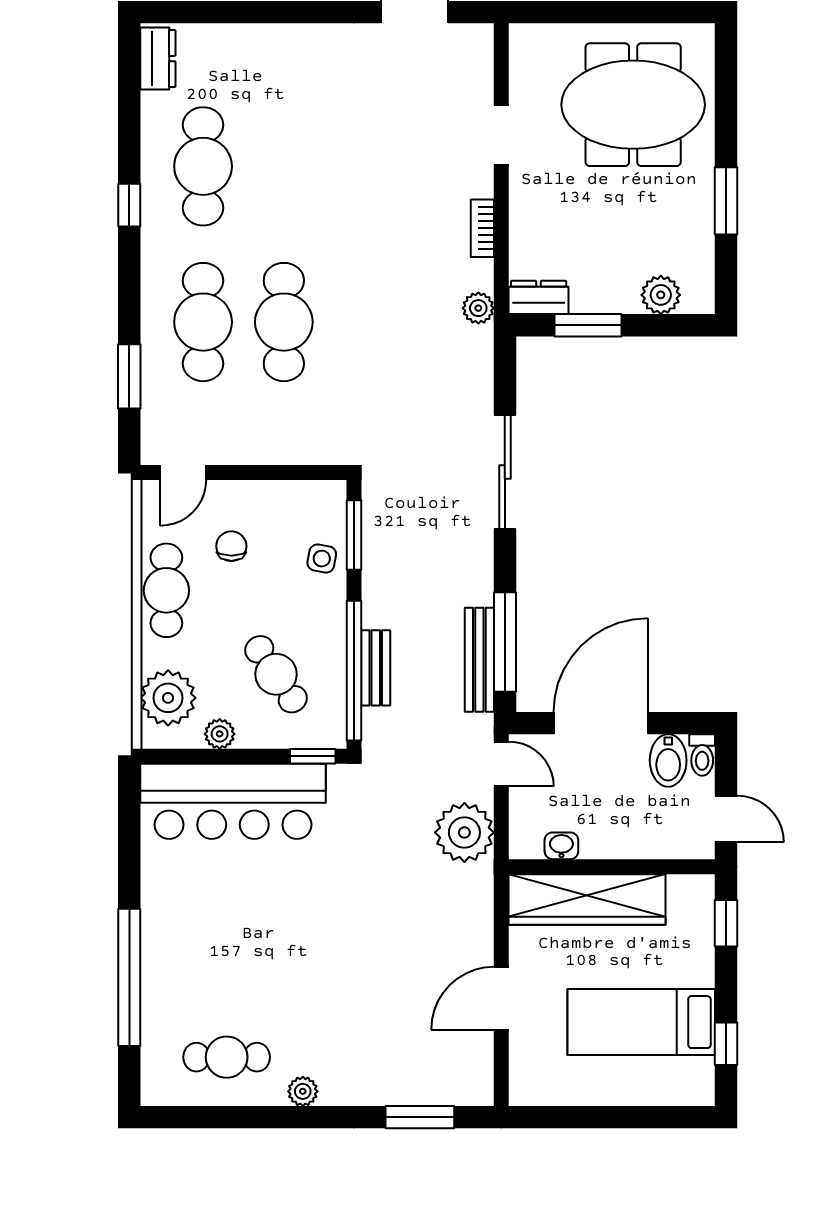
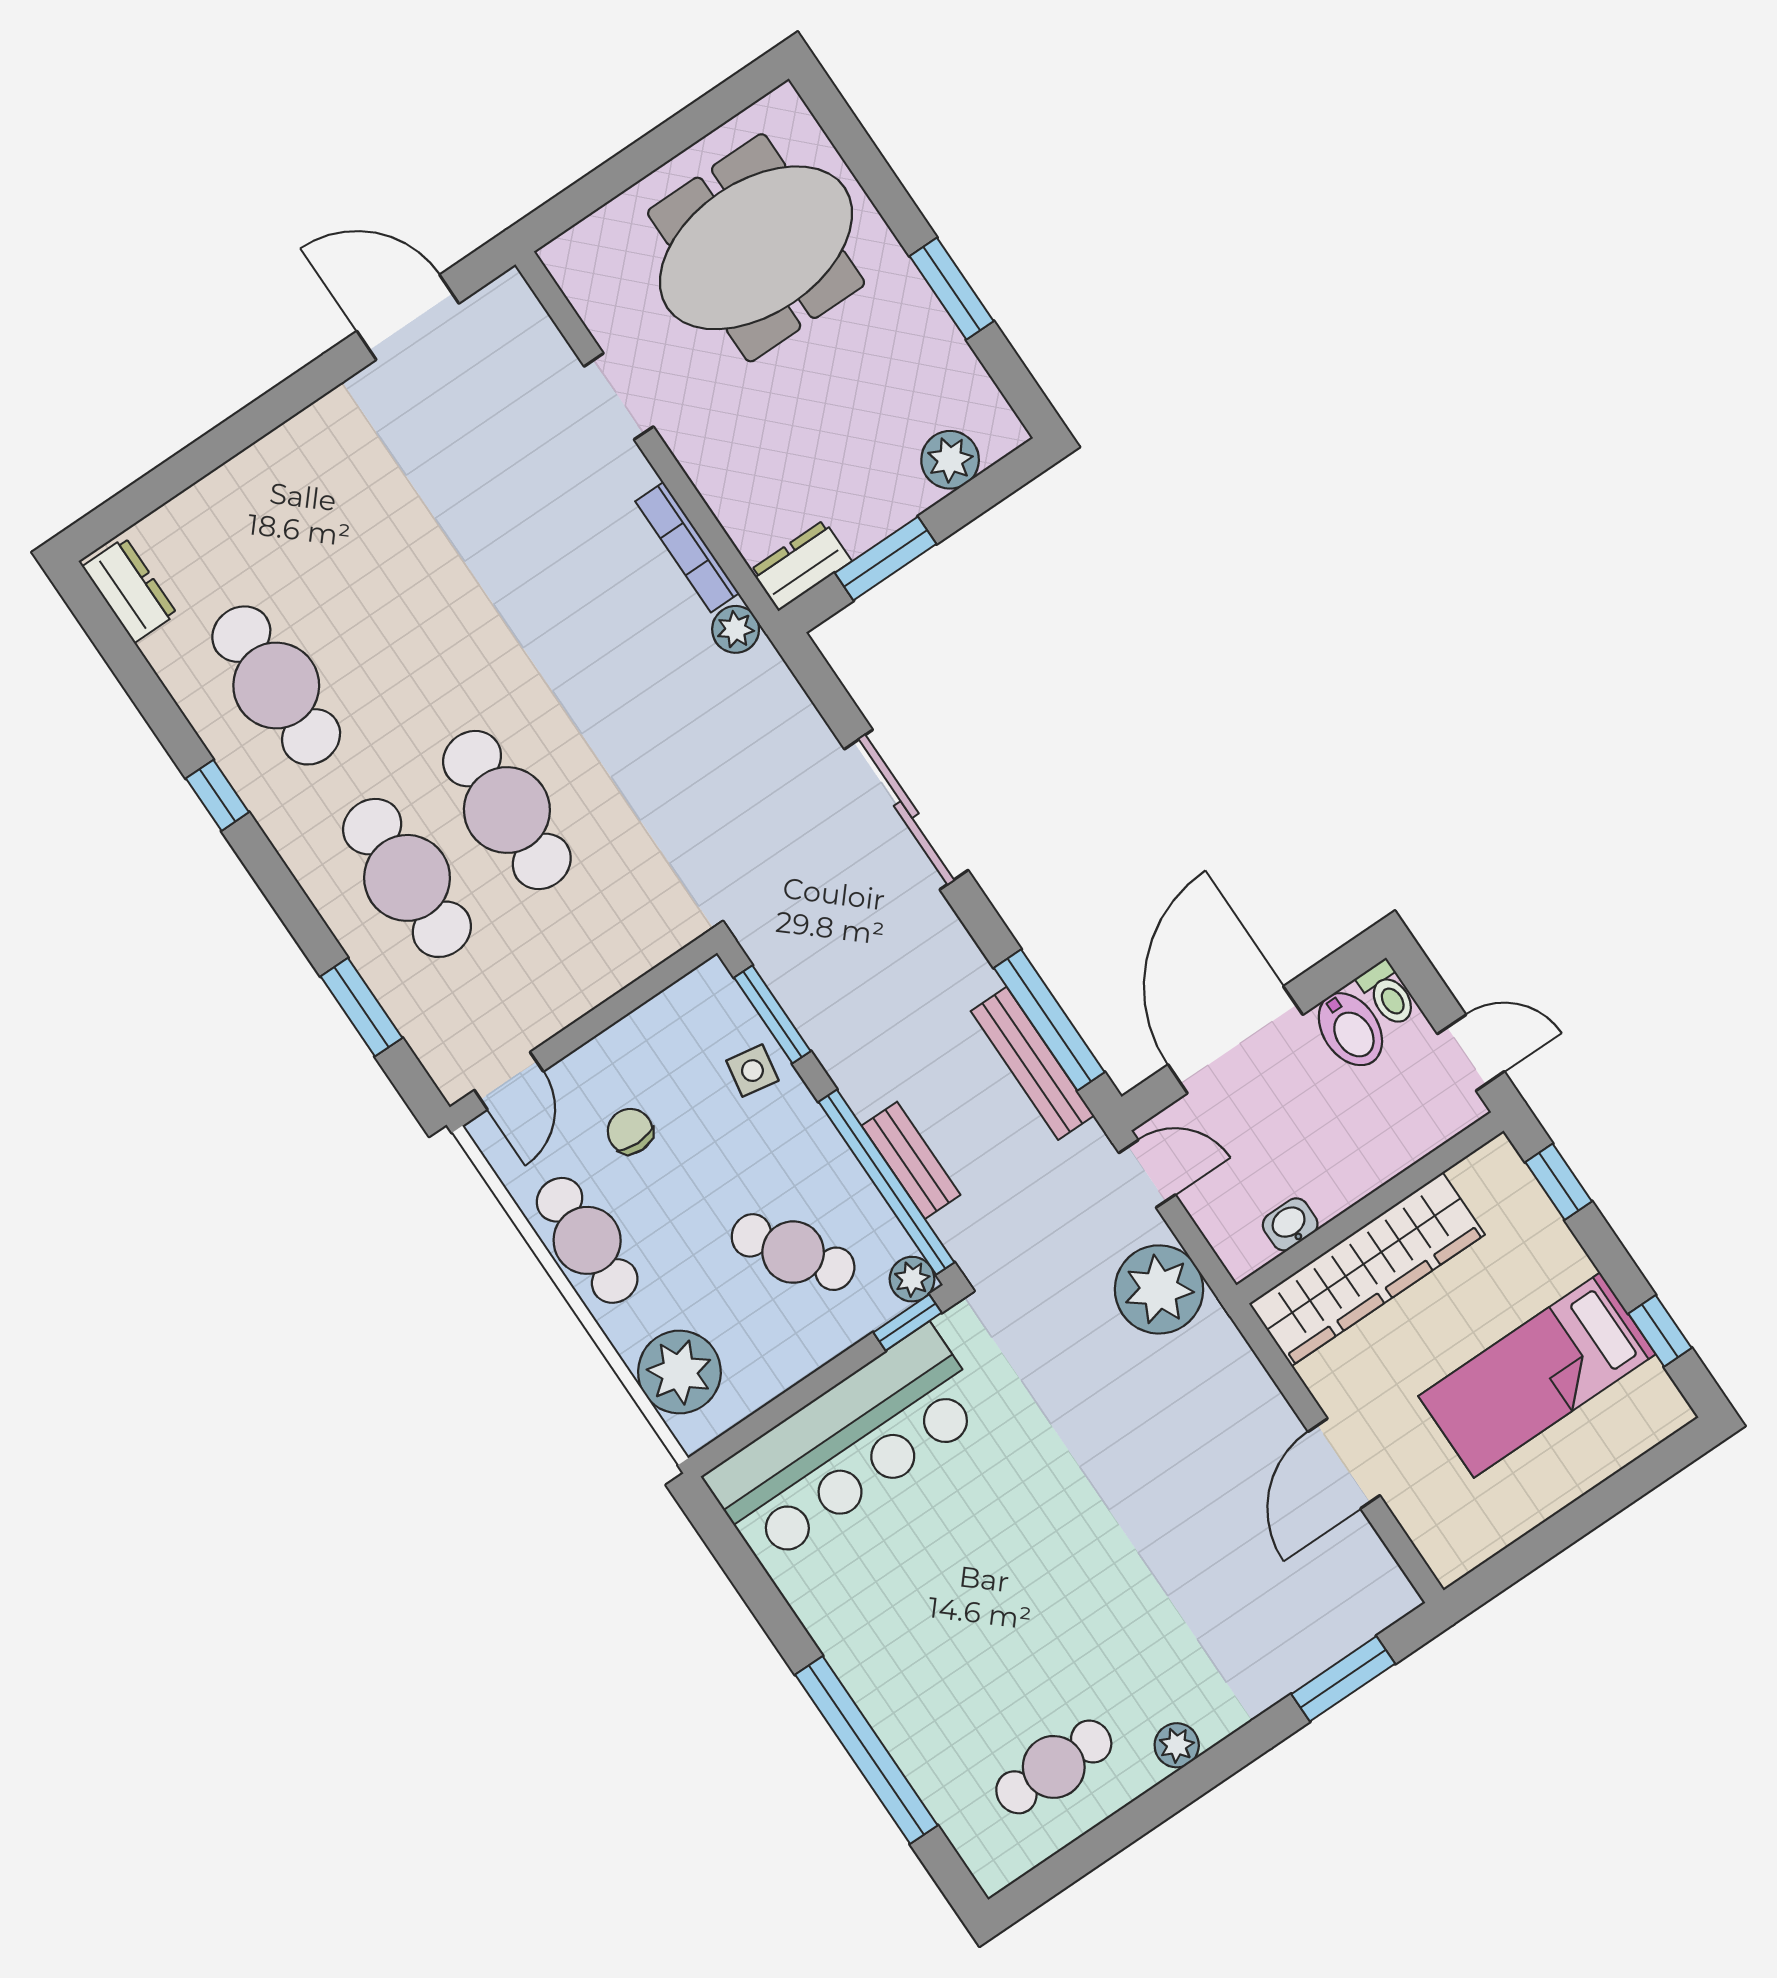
bookcase: (482, 228) -> (687, 547), width x1.56
plant: (220, 734) -> (912, 1279), moved

